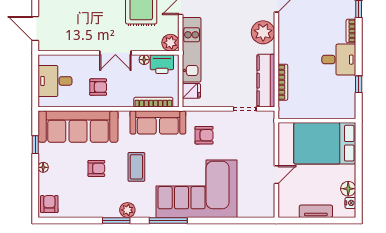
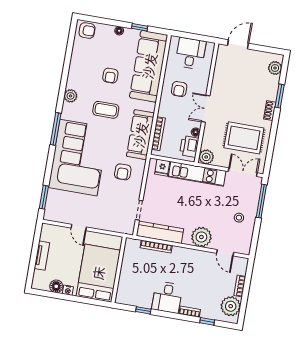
nightstand: (350, 203) -> (68, 290), moved
window: (116, 220) -> (44, 197), moved

